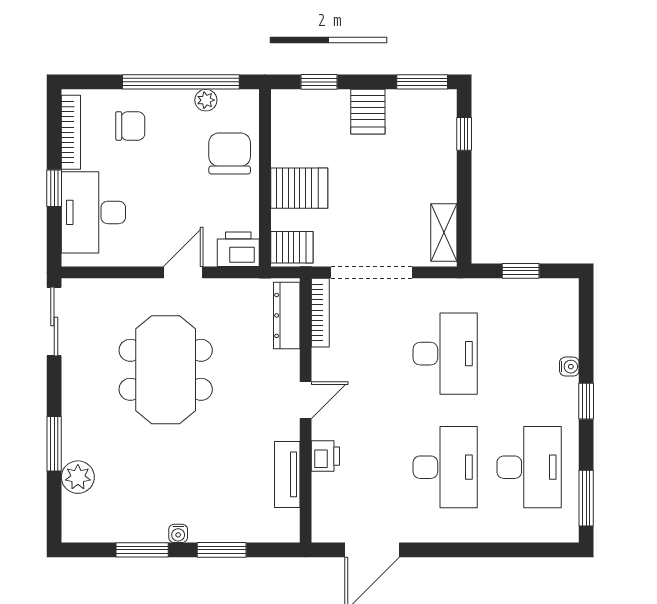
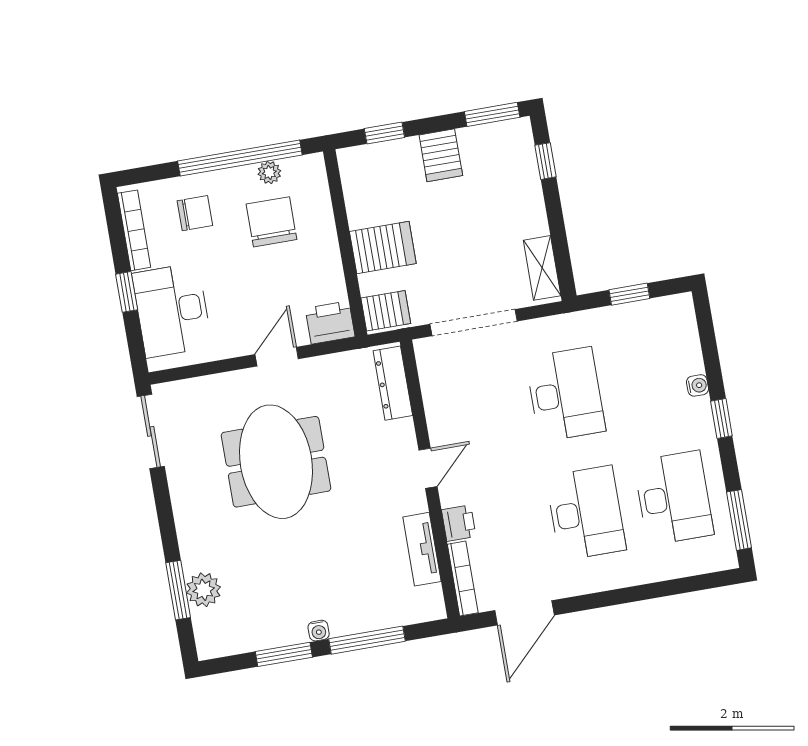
chair: (230, 153) -> (271, 222), moved
bookcase: (320, 313) -> (463, 579), moved
window: (54, 444) -> (178, 590), moved
window: (222, 550) -> (367, 640), width x1.44

